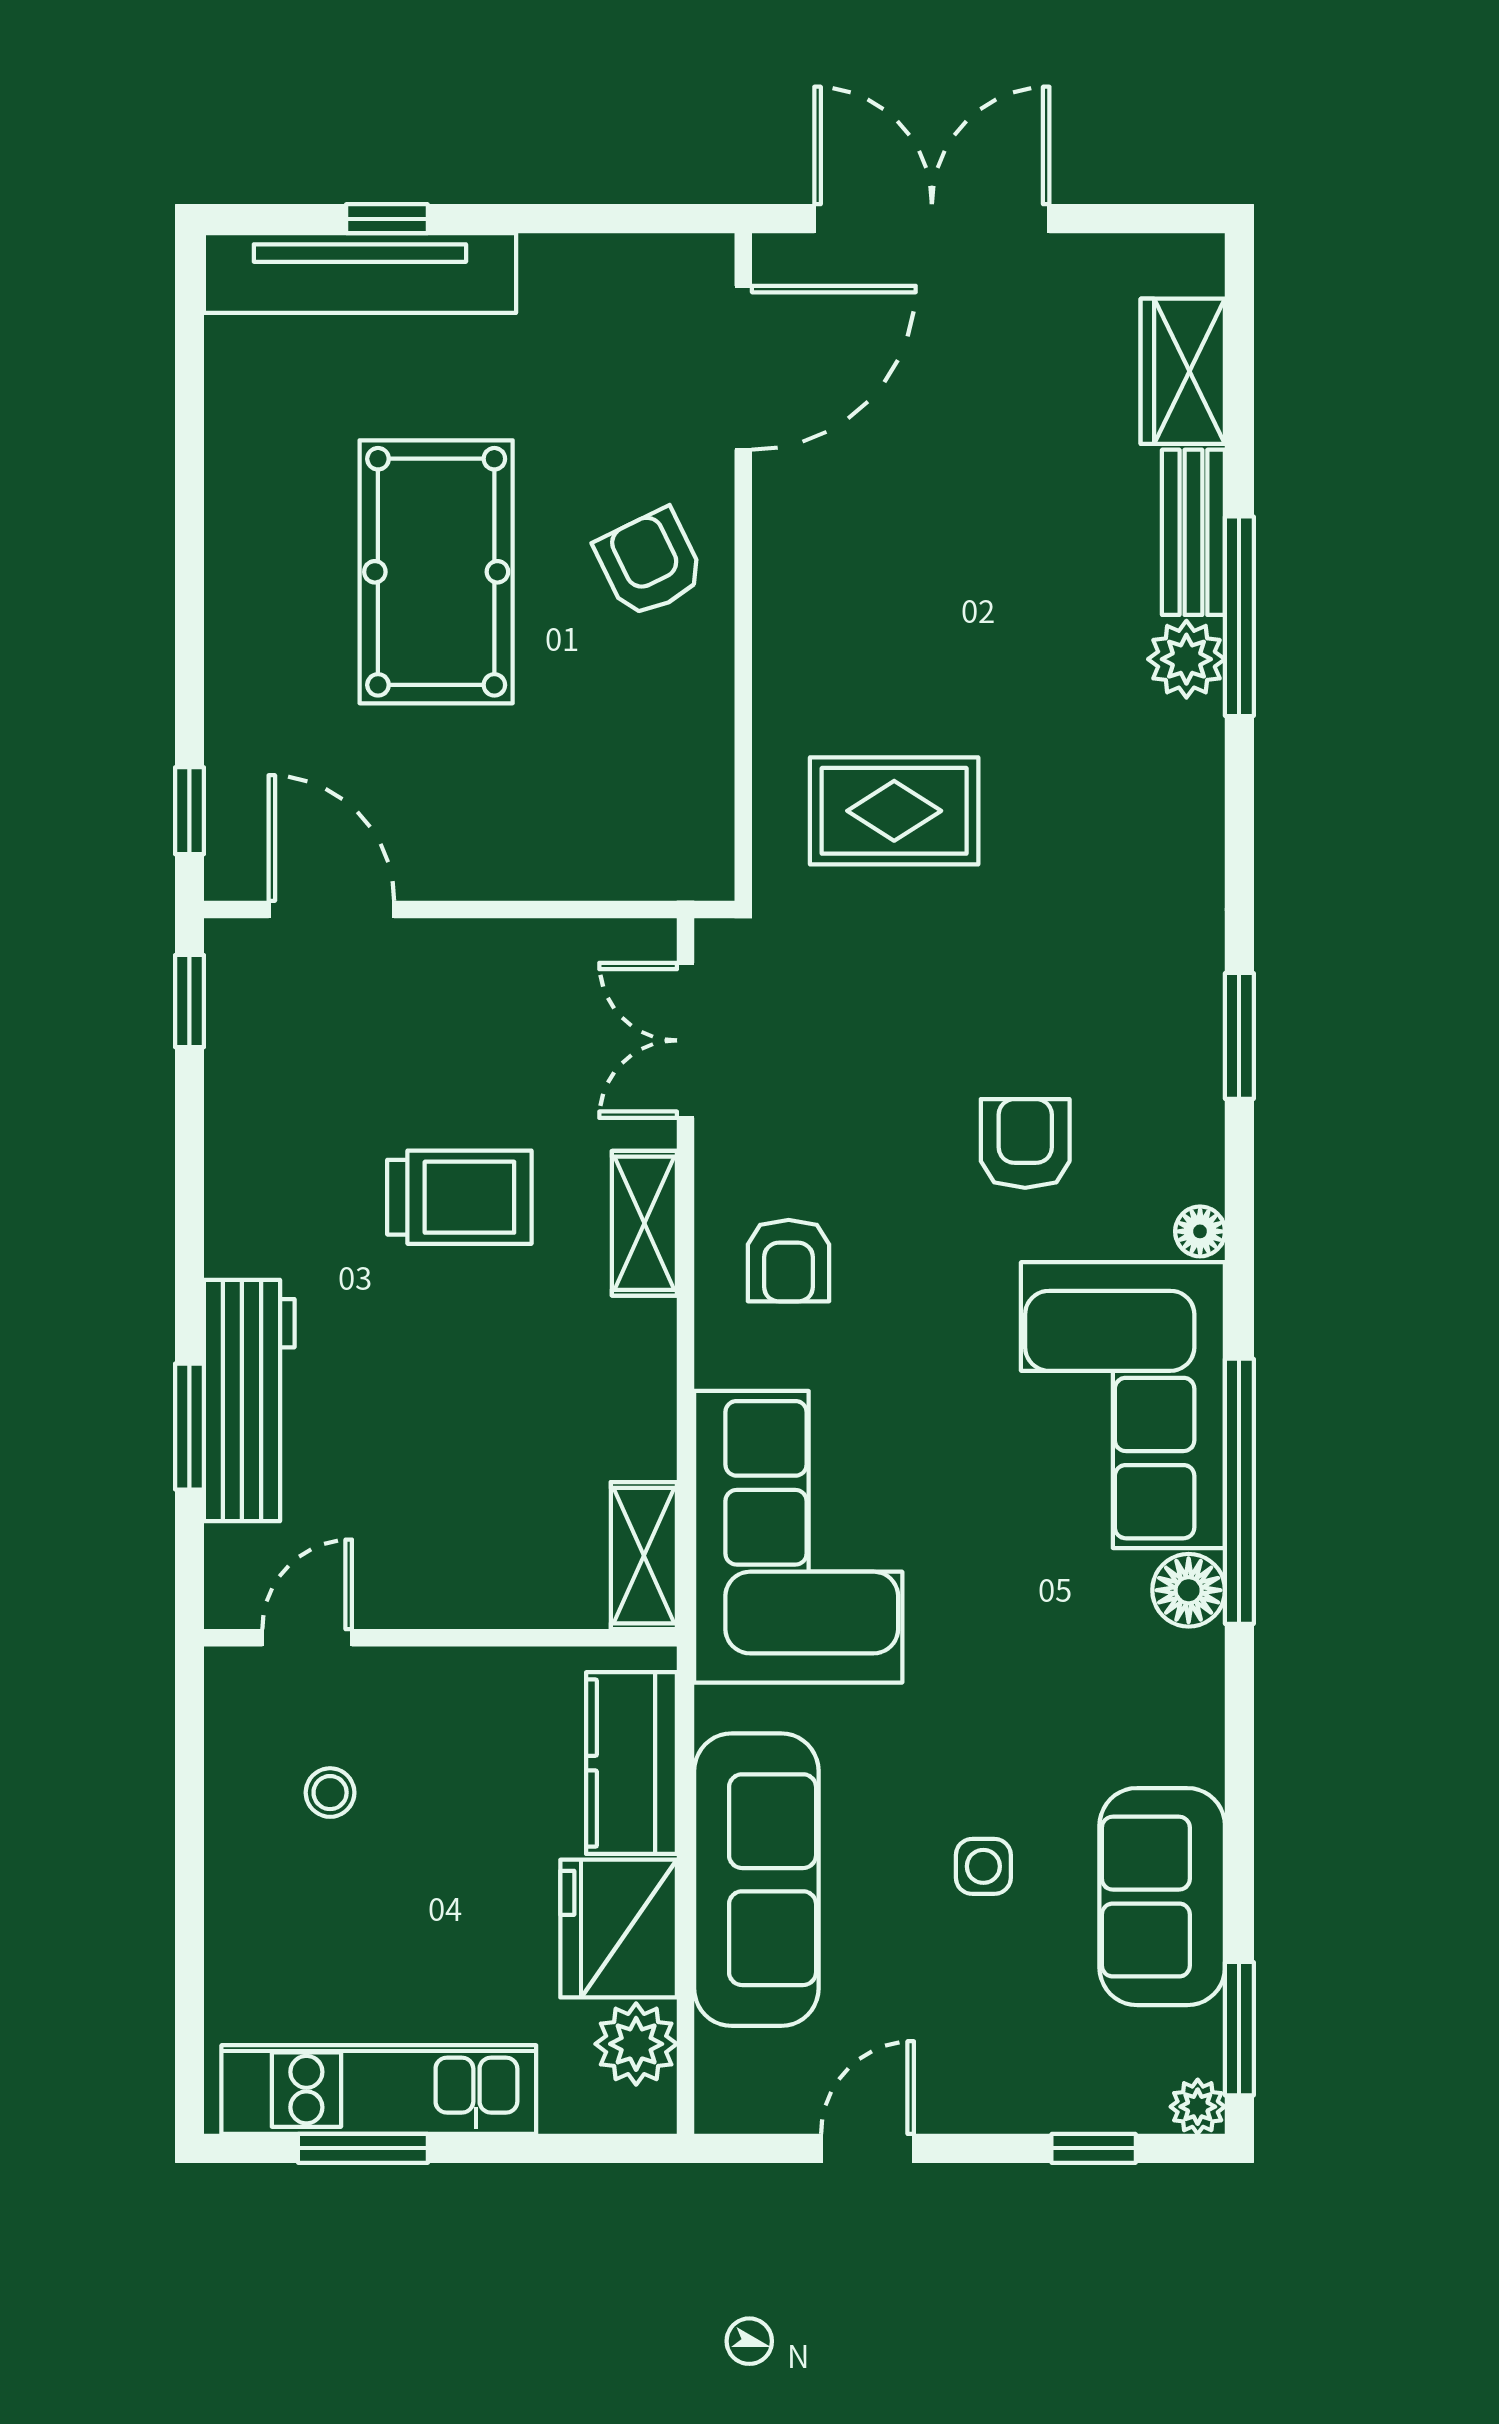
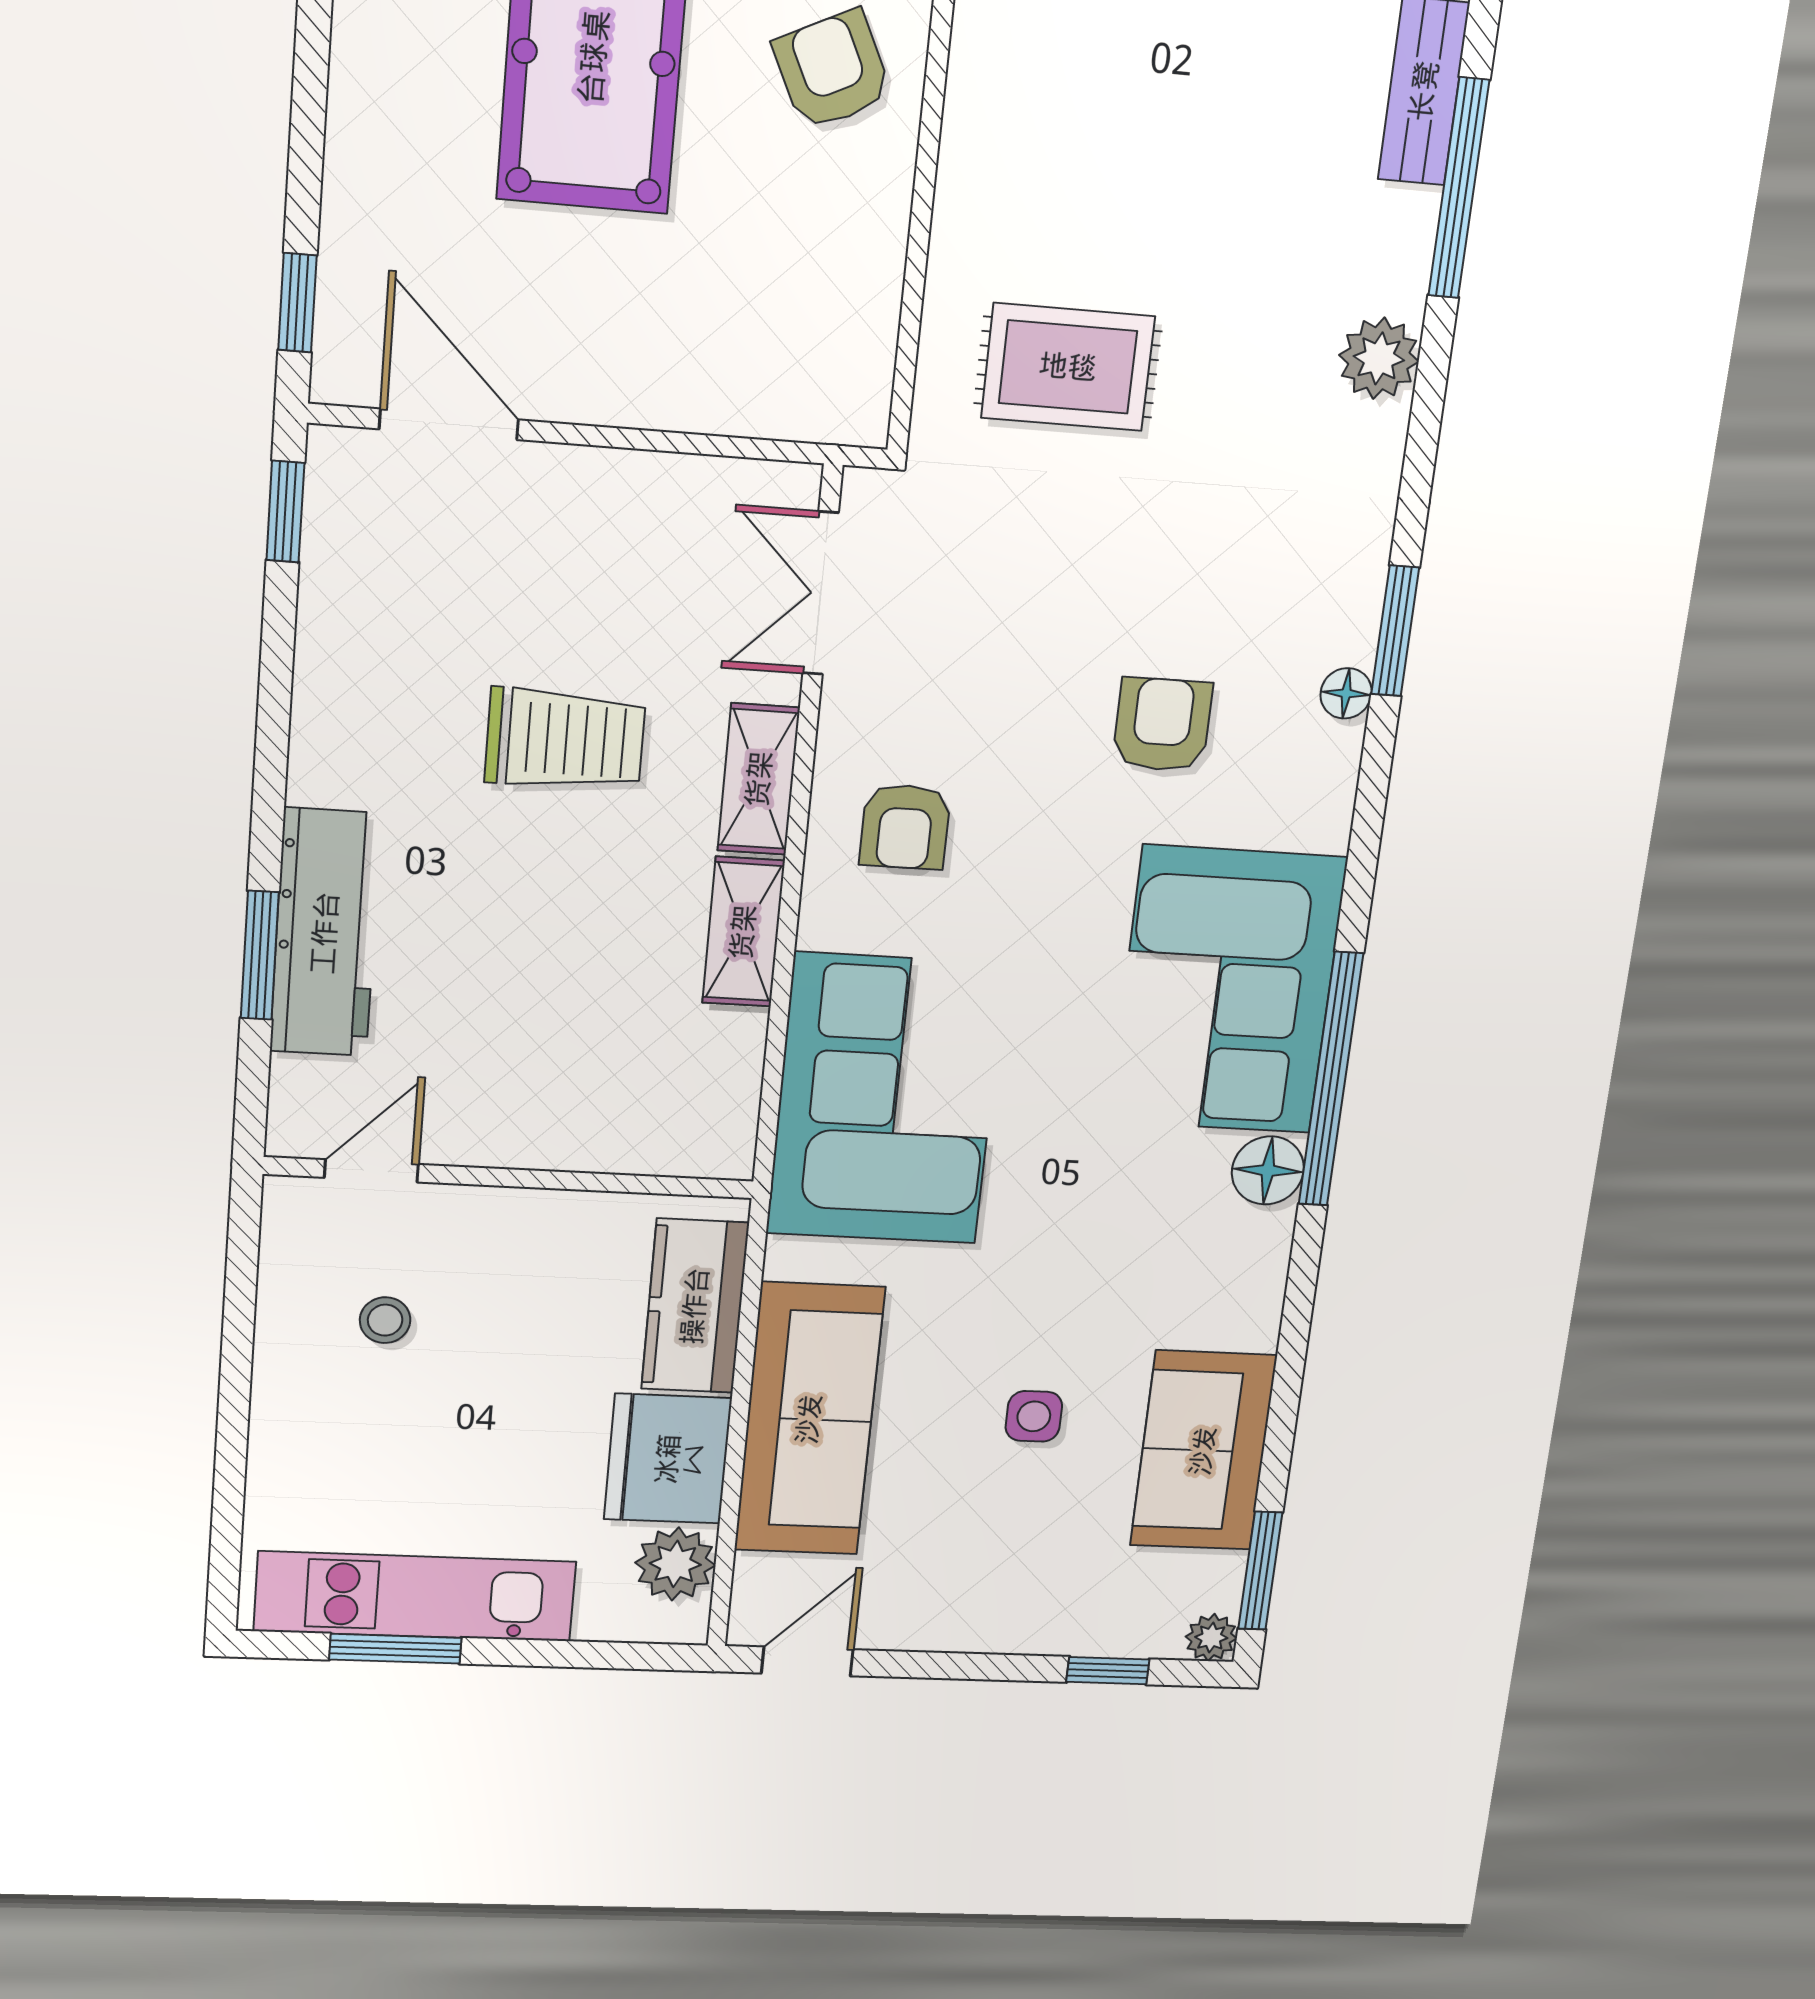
plant: (1186, 659) -> (1379, 358), moved
floor lamp: (1200, 1231) -> (1346, 693), moved
shelving: (644, 1556) -> (743, 932), moved
door: (867, 2148) -> (807, 1661), moved

